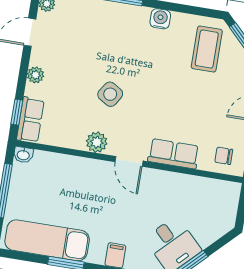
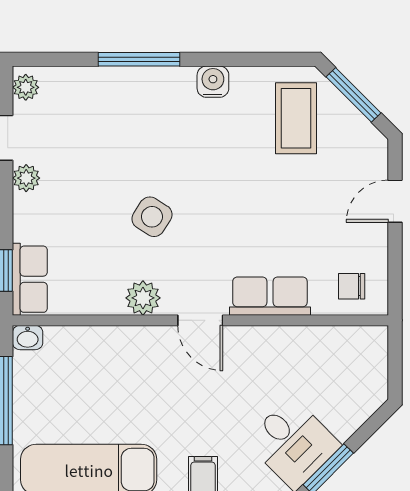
plant: (35, 75) -> (26, 178), moved

